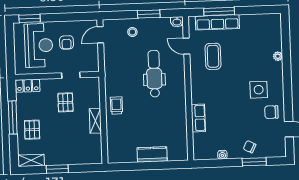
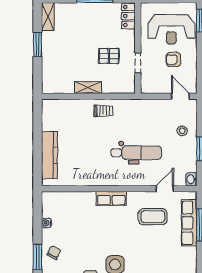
row of seats: (198, 118) -> (111, 198), moved
pallet: (32, 130) -> (81, 19), removed
kitchen counter: (152, 154) -> (49, 155), width x1.50

